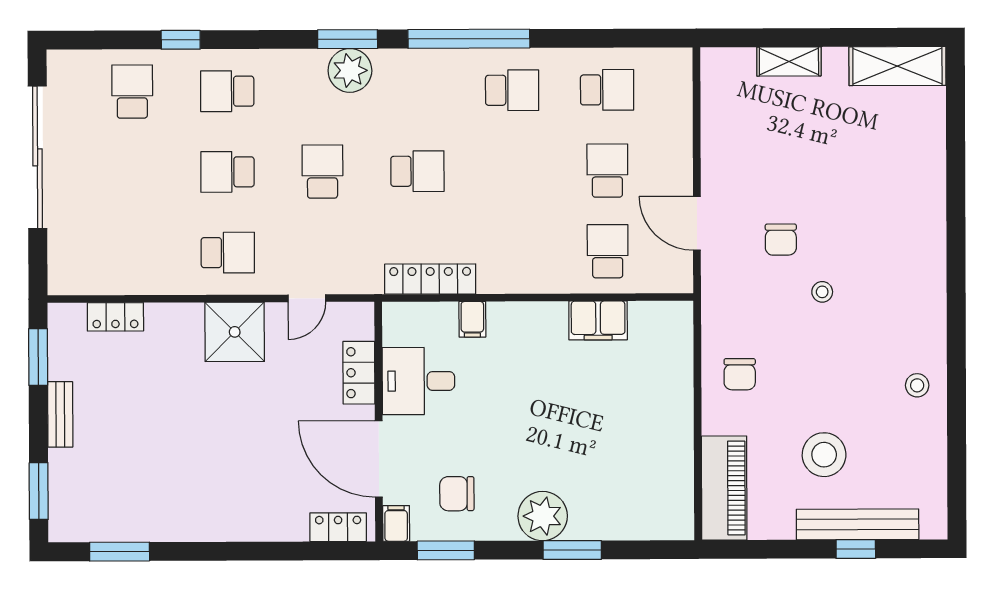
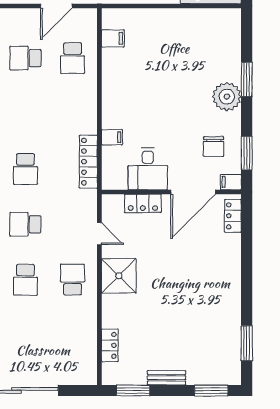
school desk: (417, 171) -> (25, 169), turned 180
school desk: (608, 251) -> (73, 58), turned -90
filing cabinet: (598, 320) -> (113, 38), moved, width x0.50

